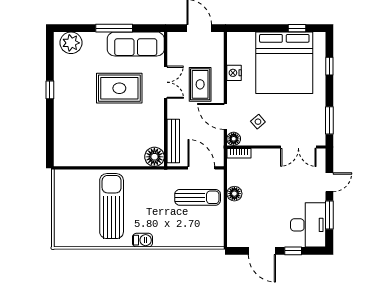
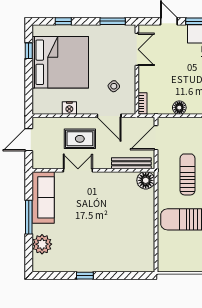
plant: (71, 43) -> (42, 244), moved
rug: (119, 88) -> (83, 212), removed
door: (225, 116) -> (109, 116), hinge flipped
floor lamp: (234, 139) -> (129, 108), removed
sun lounger: (198, 197) -> (187, 174), moved

